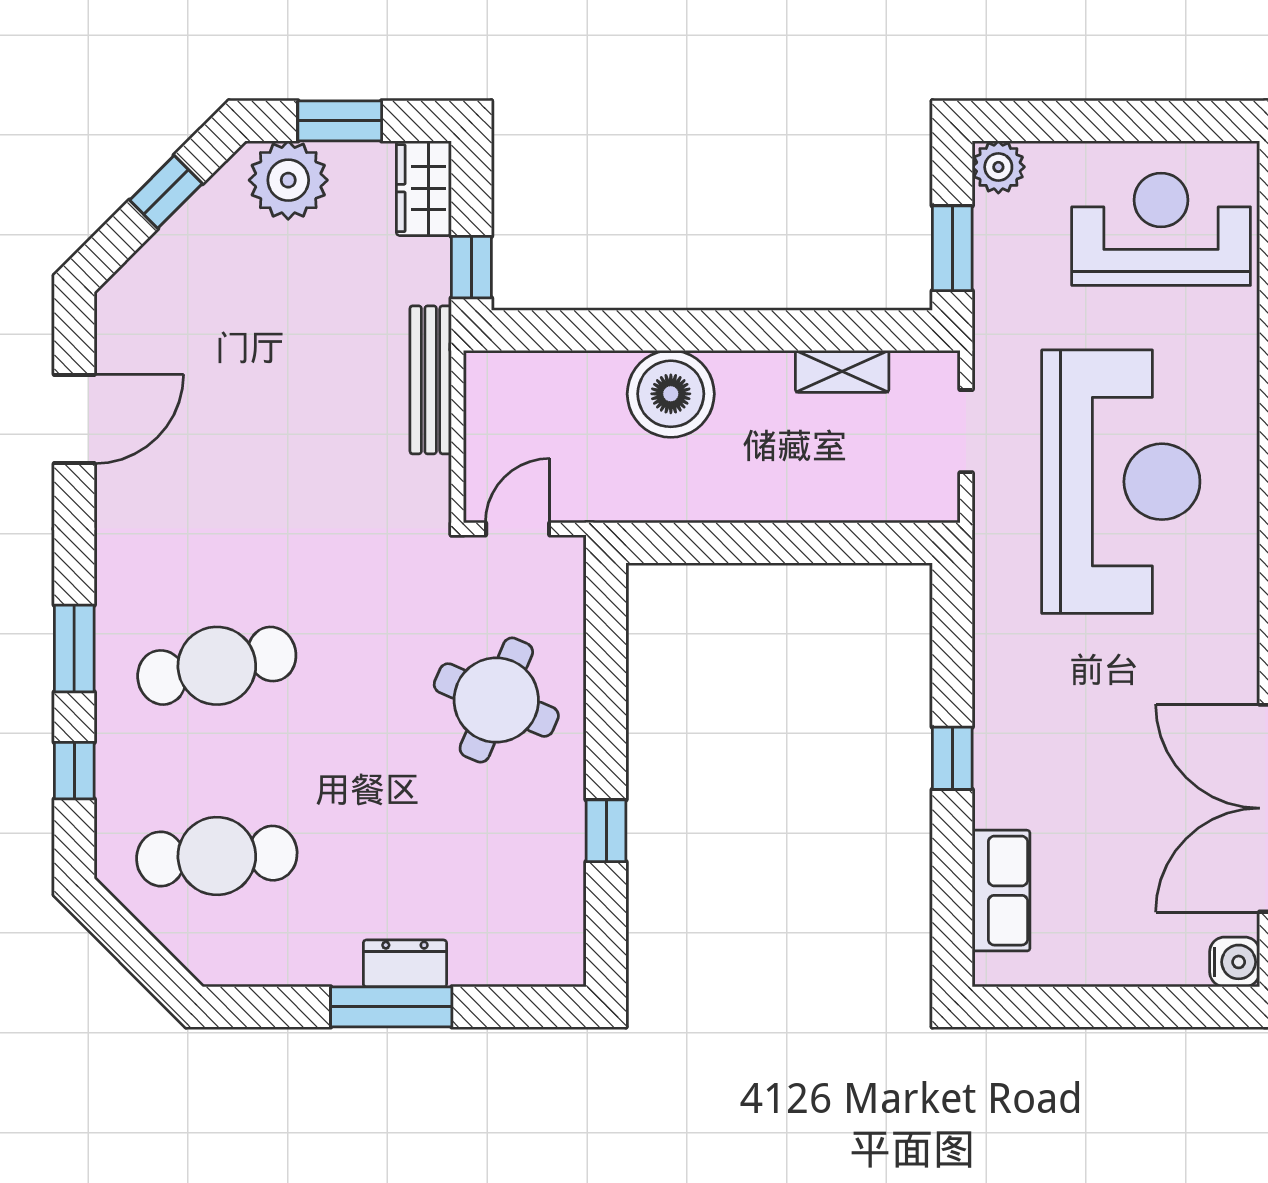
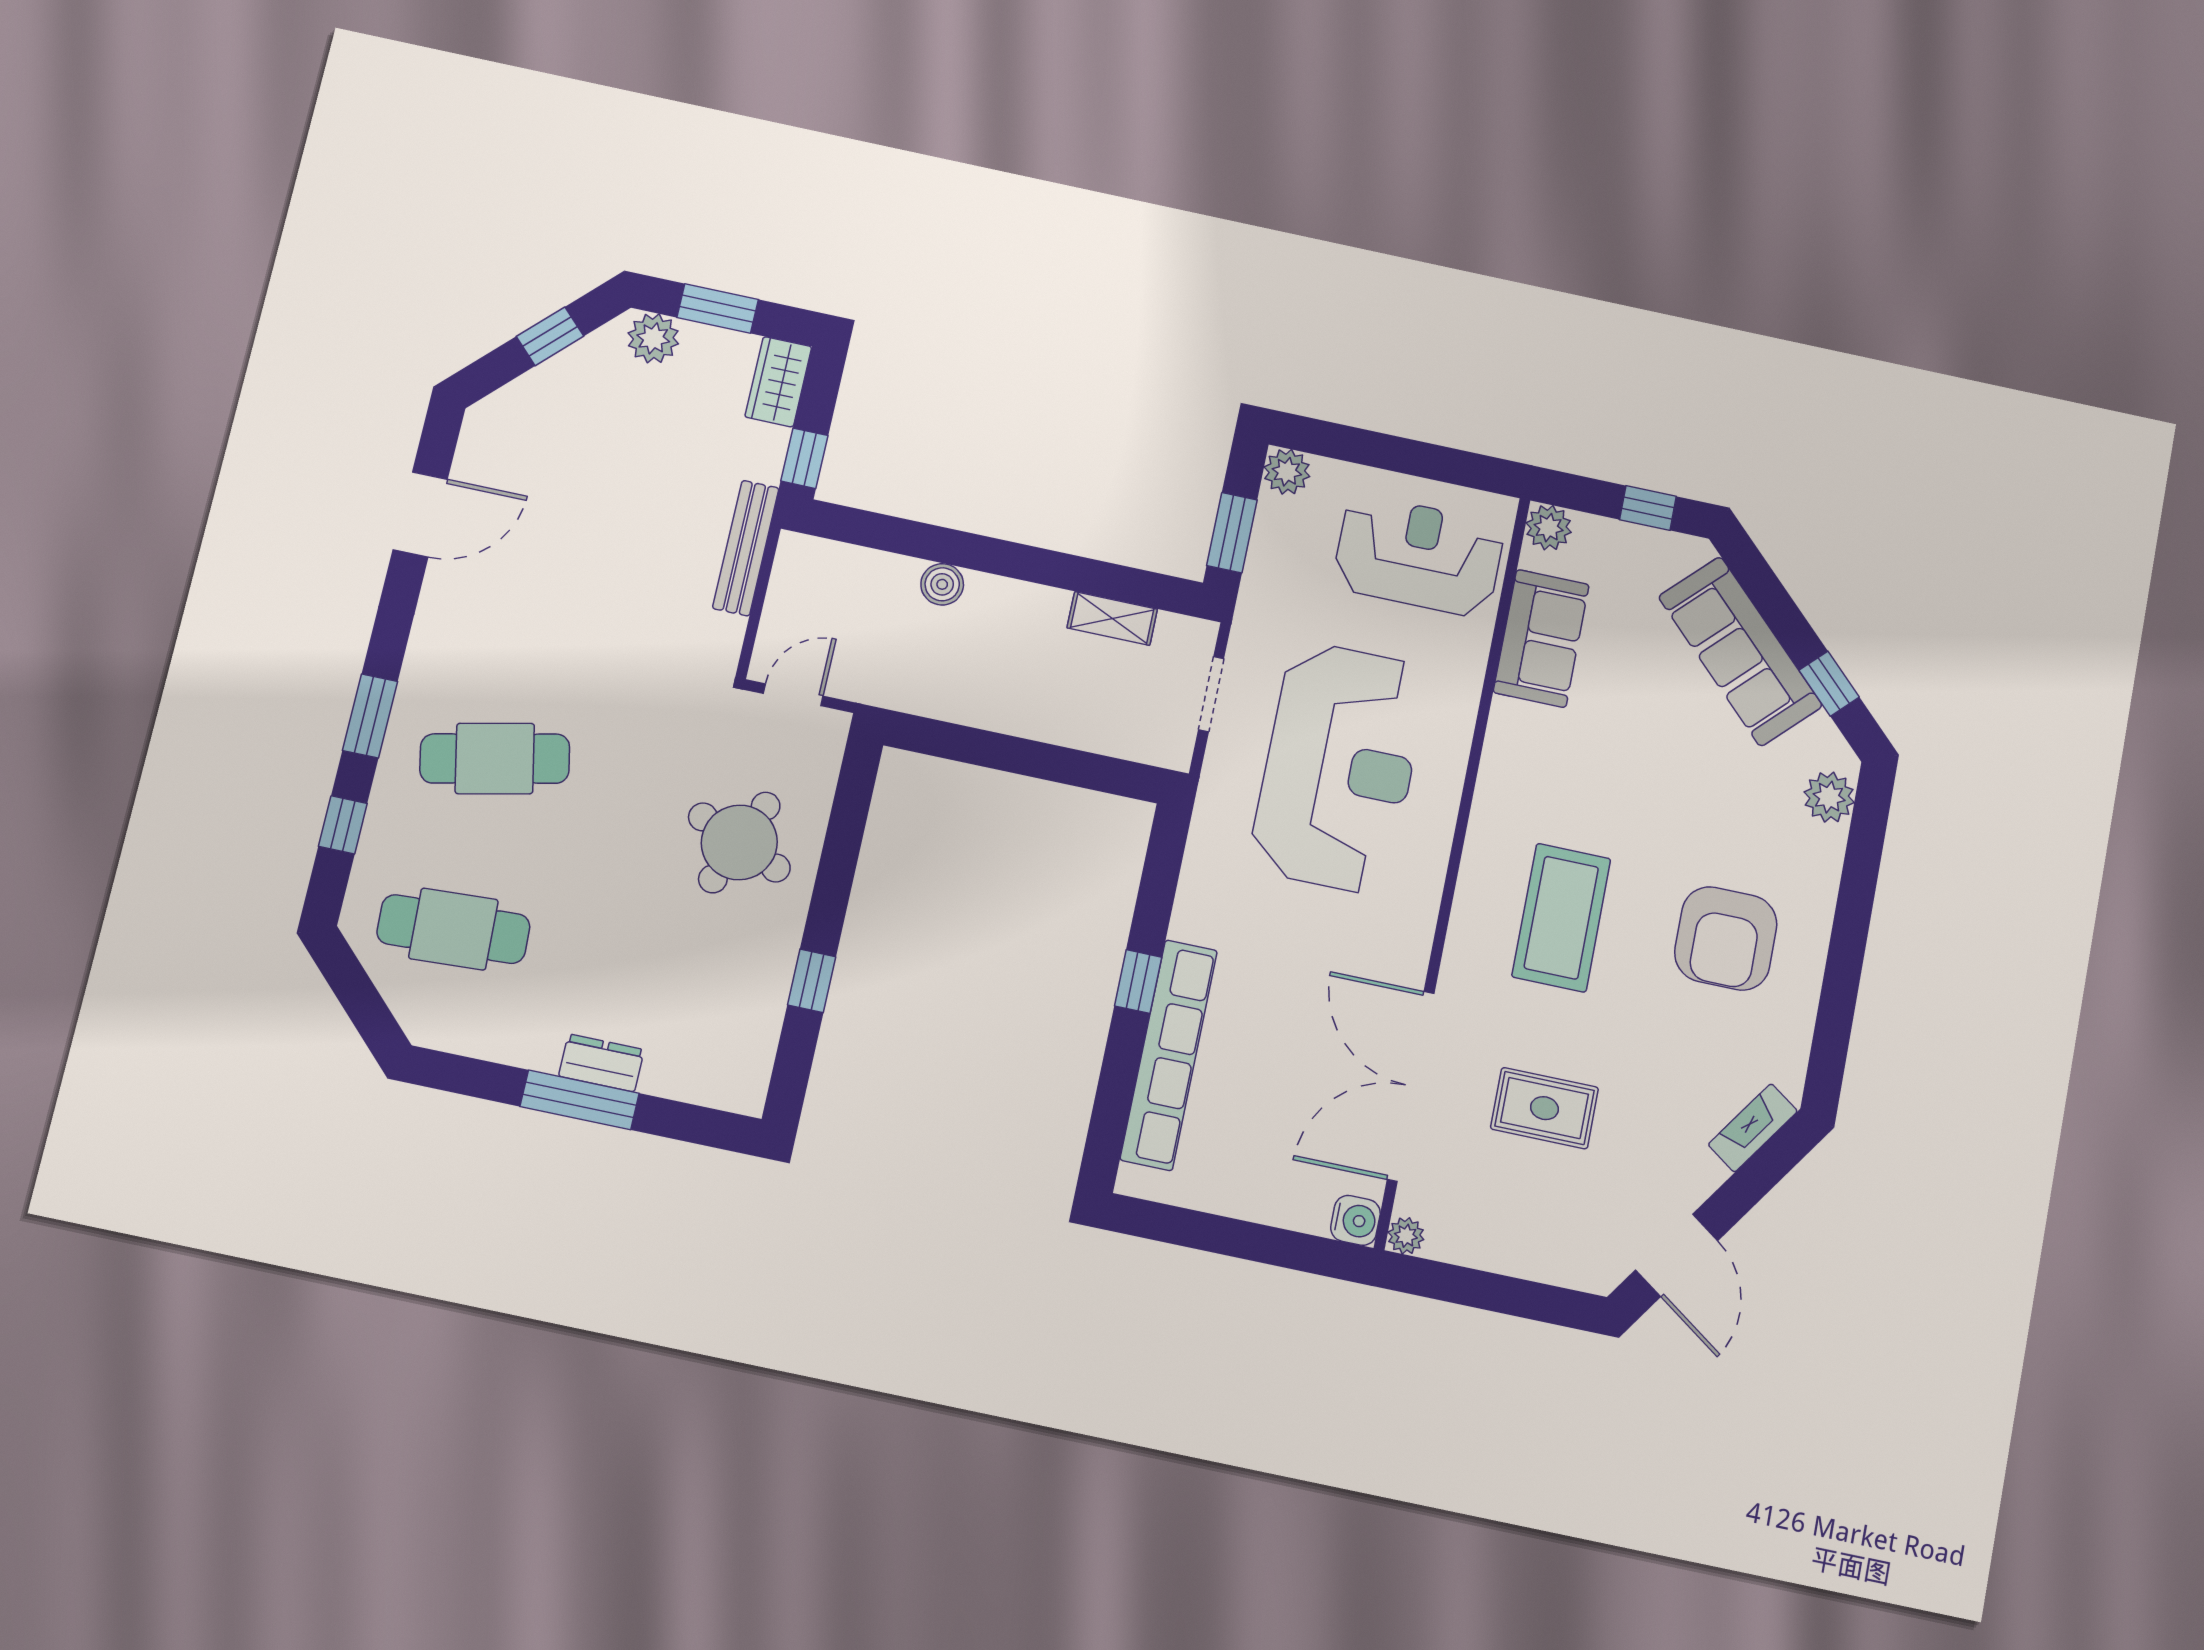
plant: (288, 180) -> (653, 338), width x0.73, depth x0.73
boiler: (671, 394) -> (942, 584), width x0.54, depth x0.54
row of seats: (1001, 891) -> (1169, 1055), width x2.02

